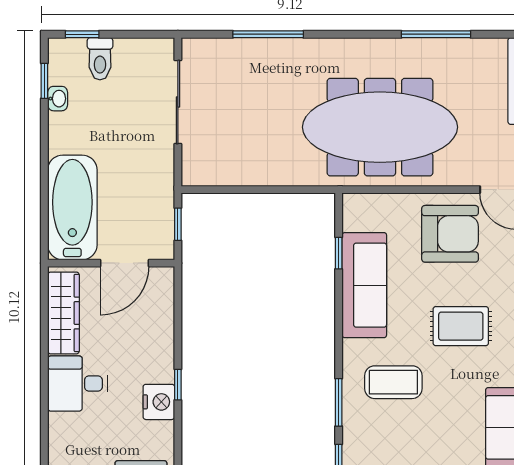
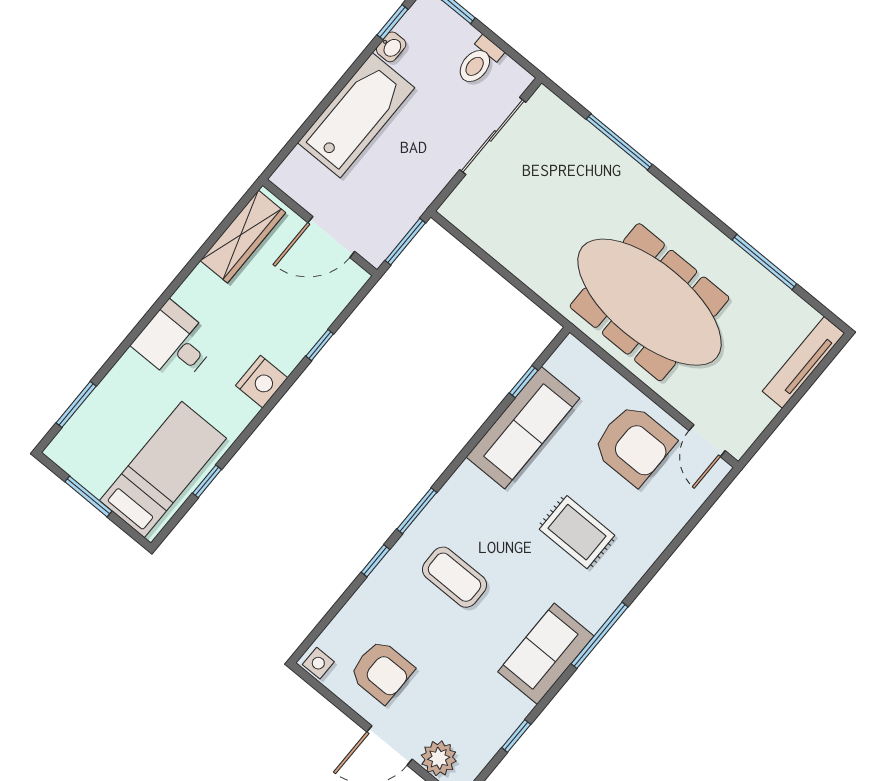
toilet: (100, 59) -> (479, 61), moved
bathtub: (72, 207) -> (356, 115), moved
window: (178, 224) -> (405, 242), width x1.50
coffee table: (393, 382) -> (455, 577), moved
desk: (77, 384) -> (175, 343), moved
window: (178, 385) -> (320, 345), moved

